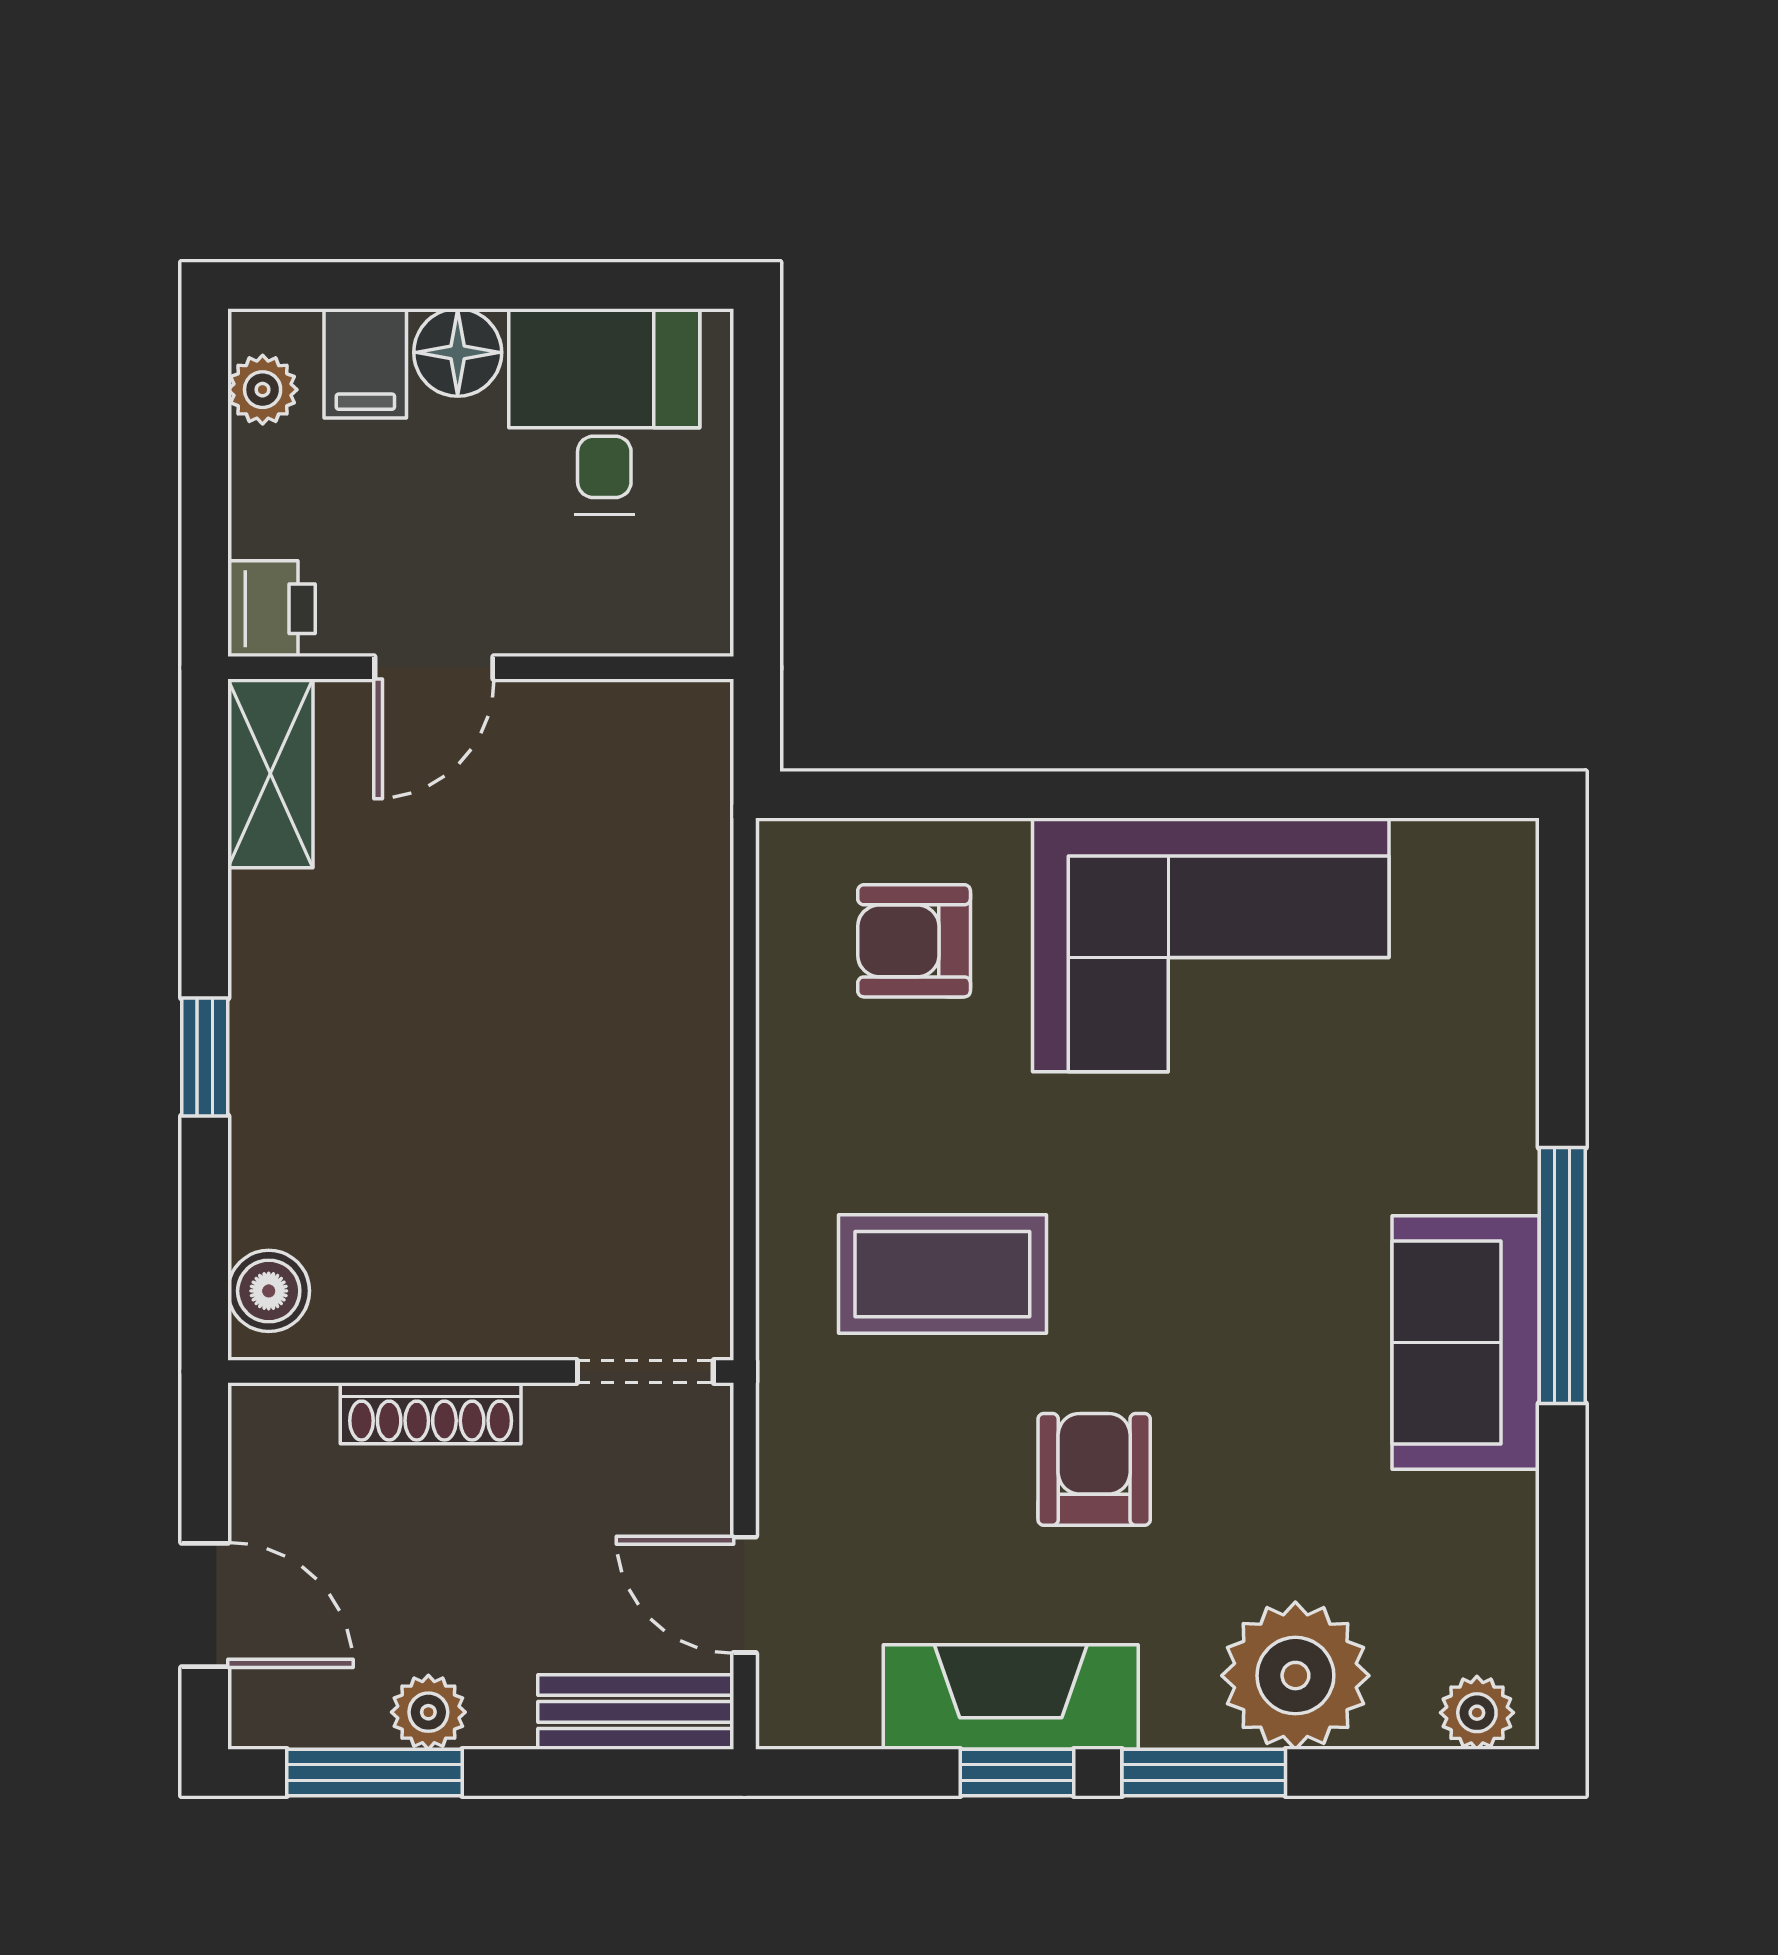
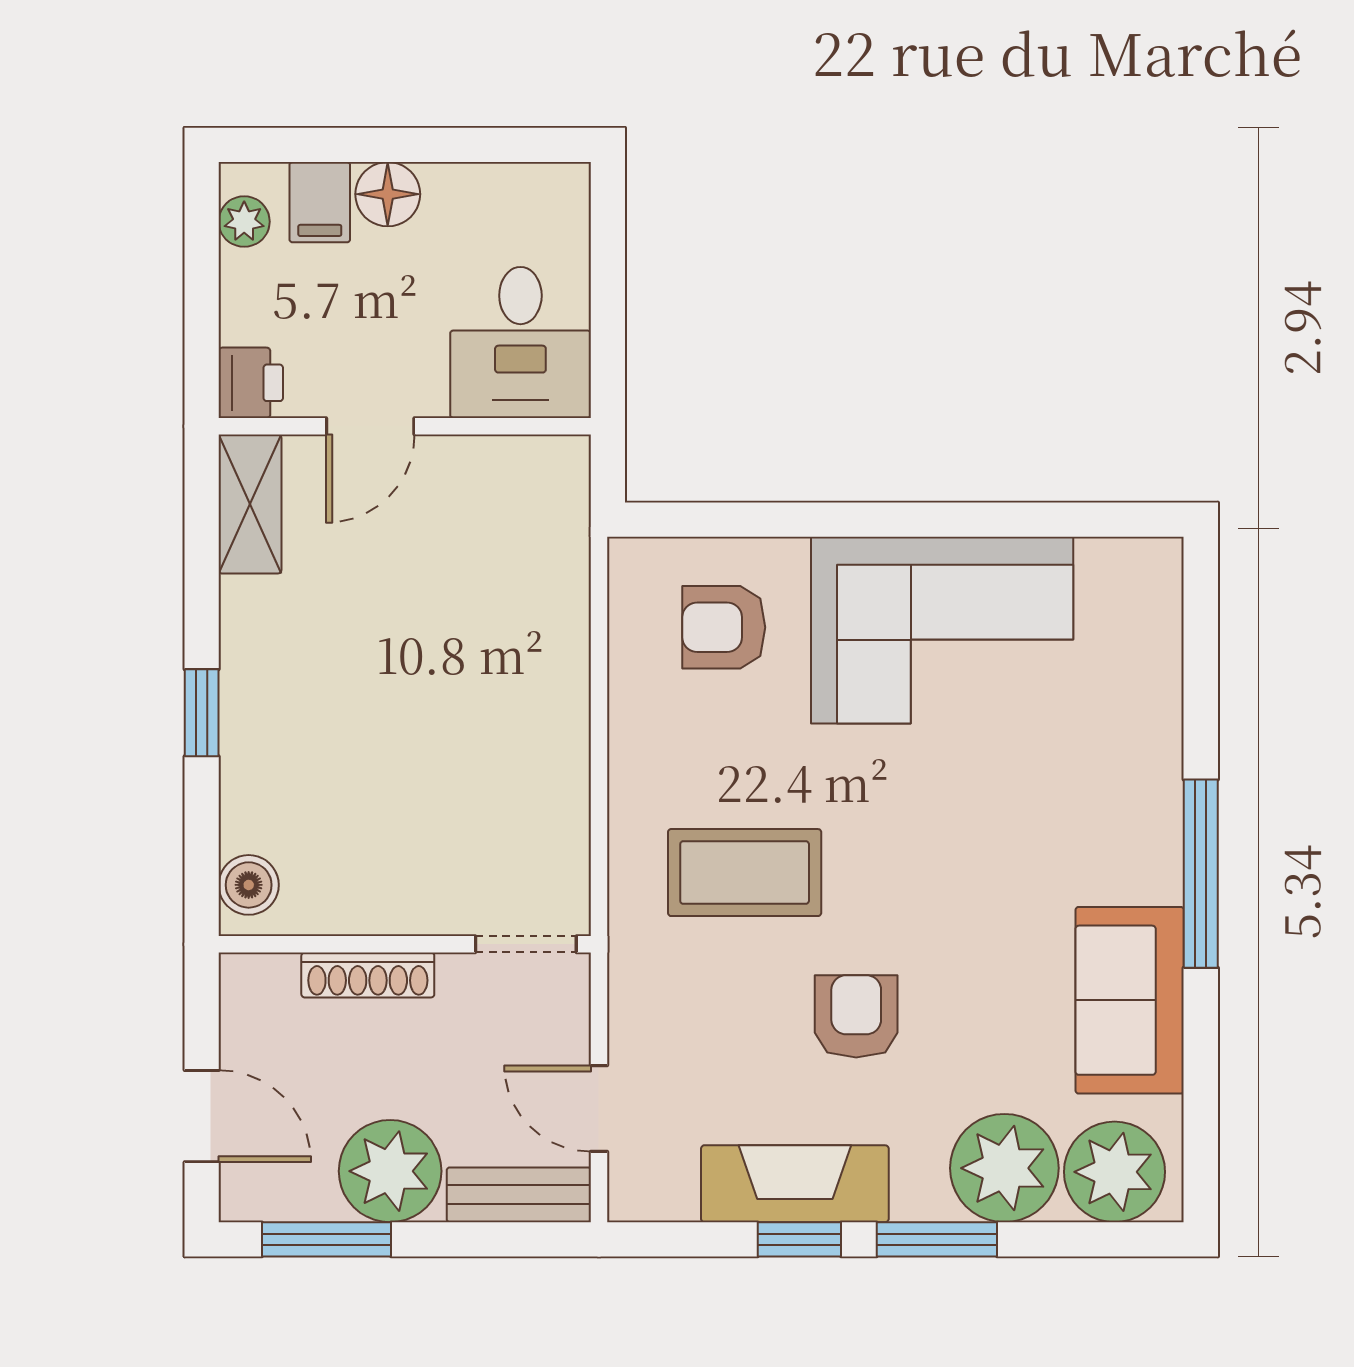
desk: (604, 411) -> (520, 342), moved, turned 180
sofa: (1466, 1342) -> (1130, 1000), moved
plant: (428, 1712) -> (390, 1171), width x1.87, depth x1.87
plant: (1477, 1713) -> (1114, 1172), width x1.87, depth x1.87

